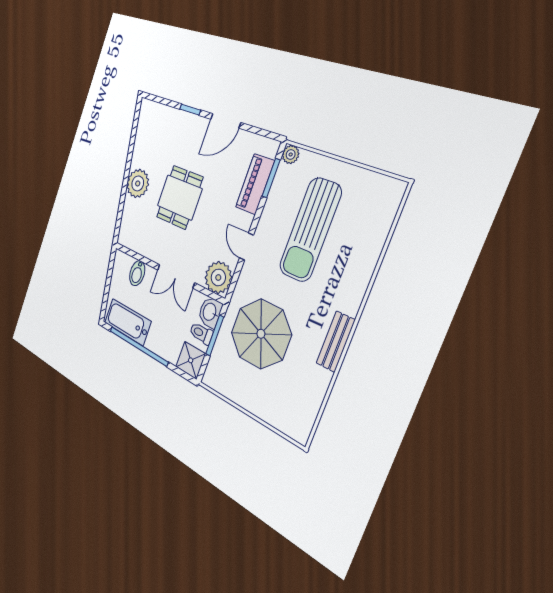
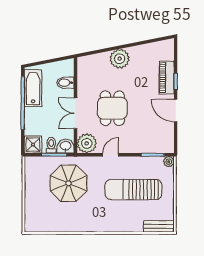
piano: (255, 184) -> (167, 77), moved, turned -90
dining table: (180, 197) -> (112, 108), moved, turned 90
bench: (336, 342) -> (159, 226), moved

